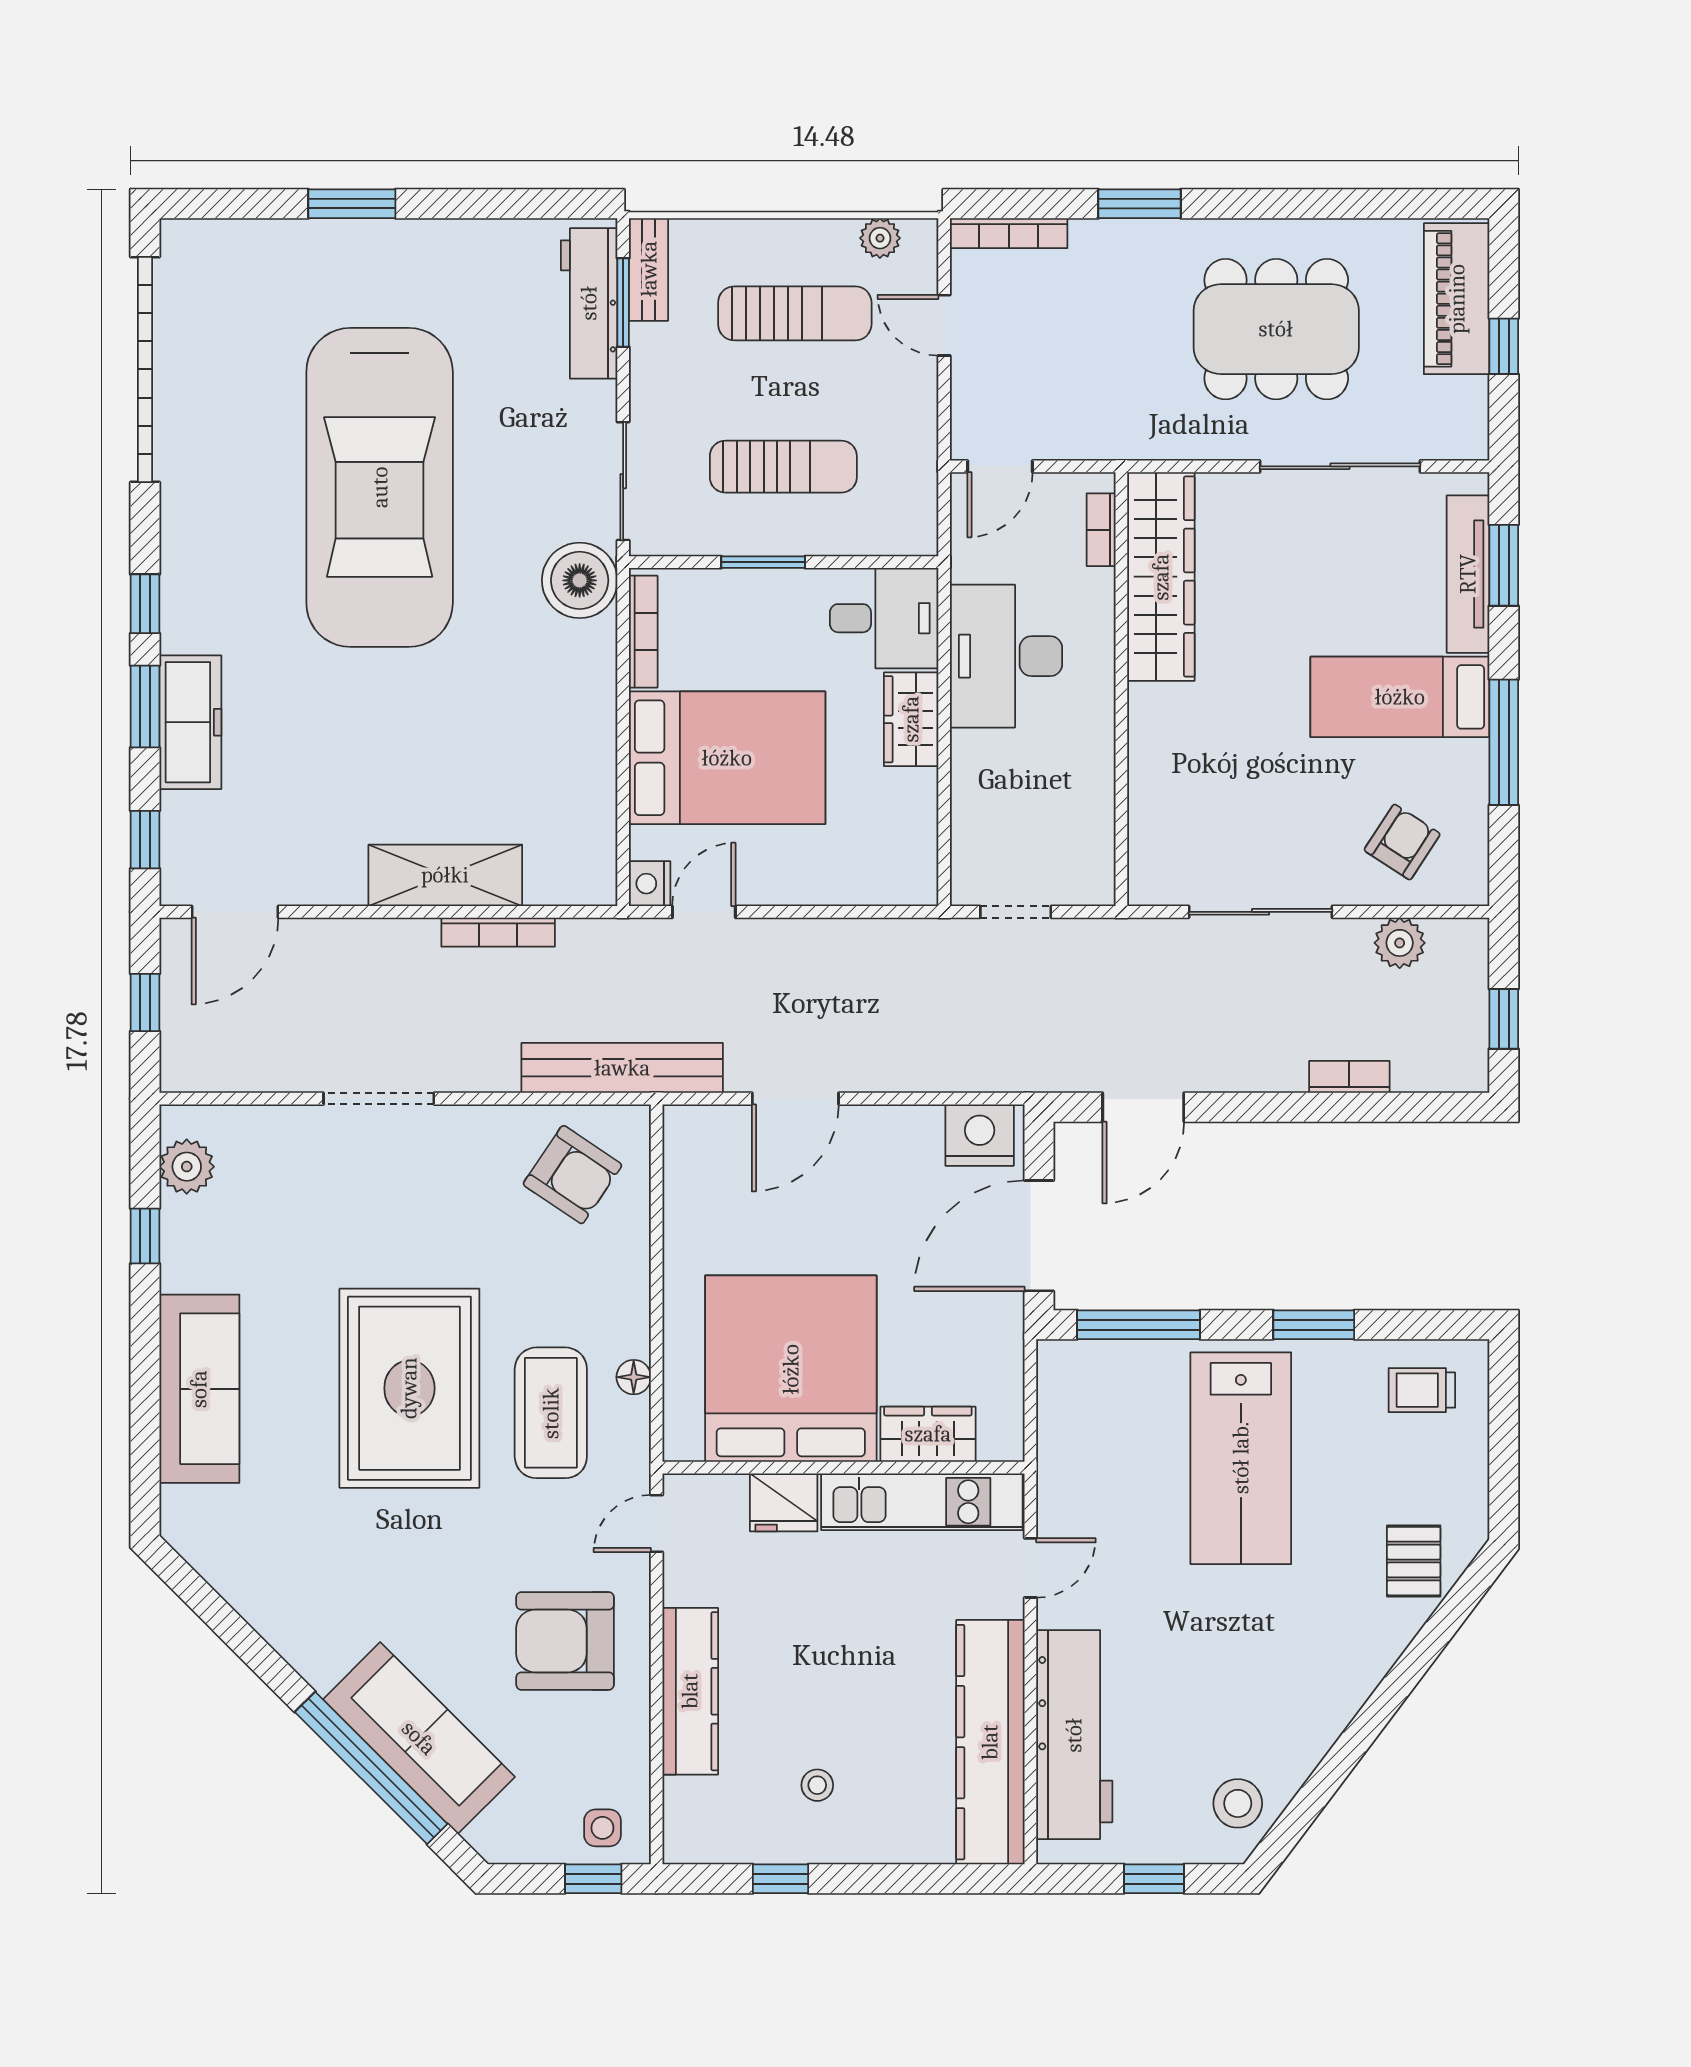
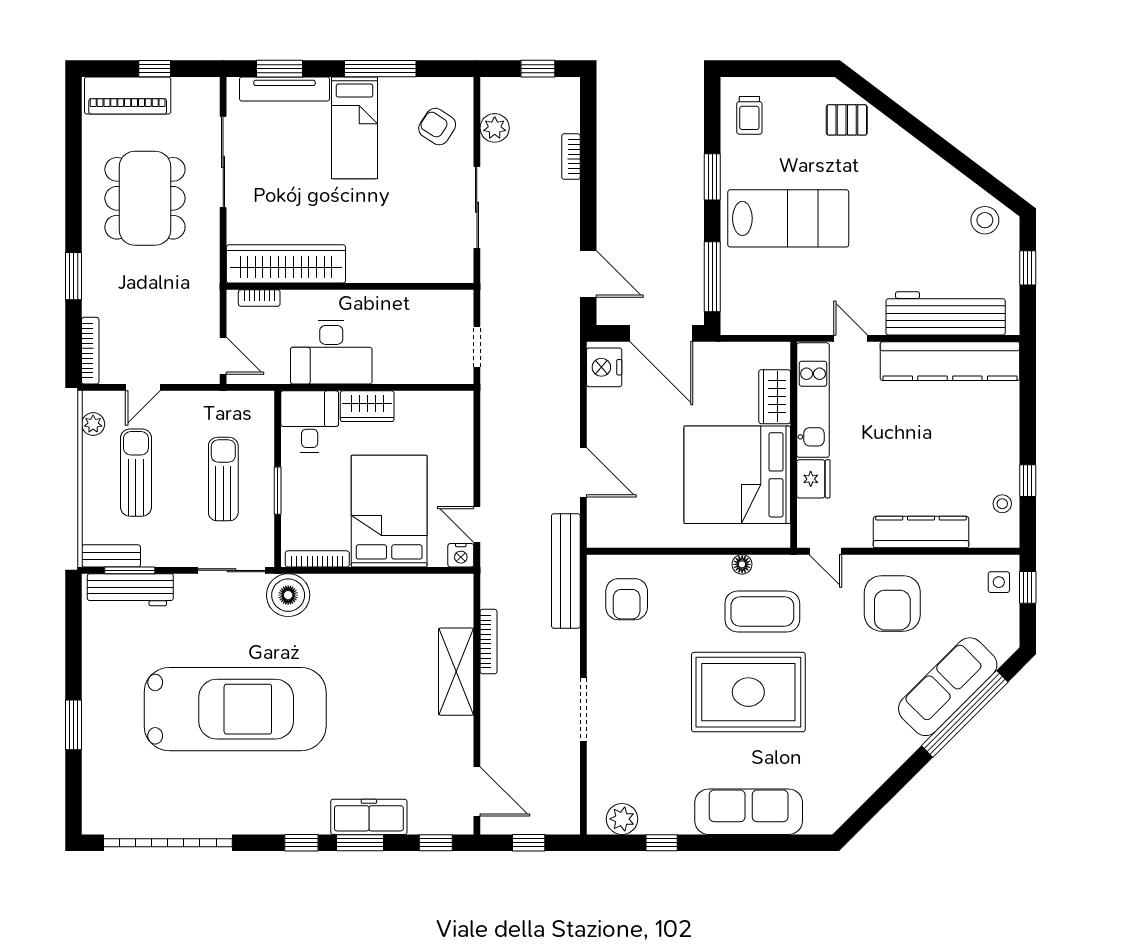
armchair: (572, 1175) -> (627, 599), turned 146
stool: (817, 1785) -> (1002, 504), moved

